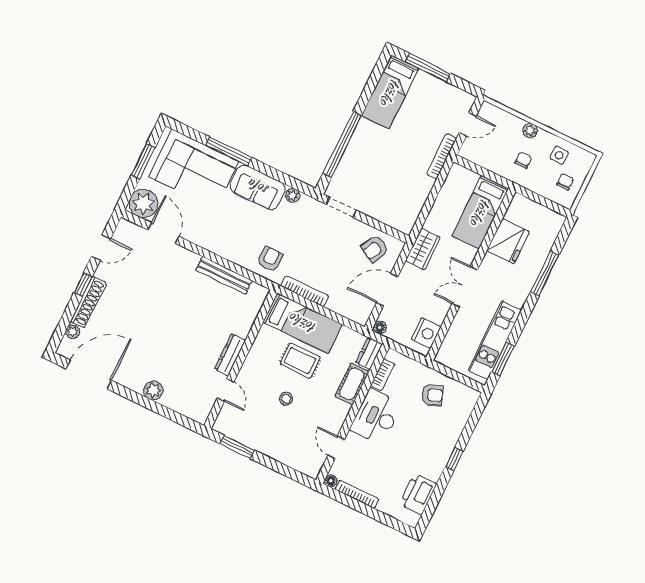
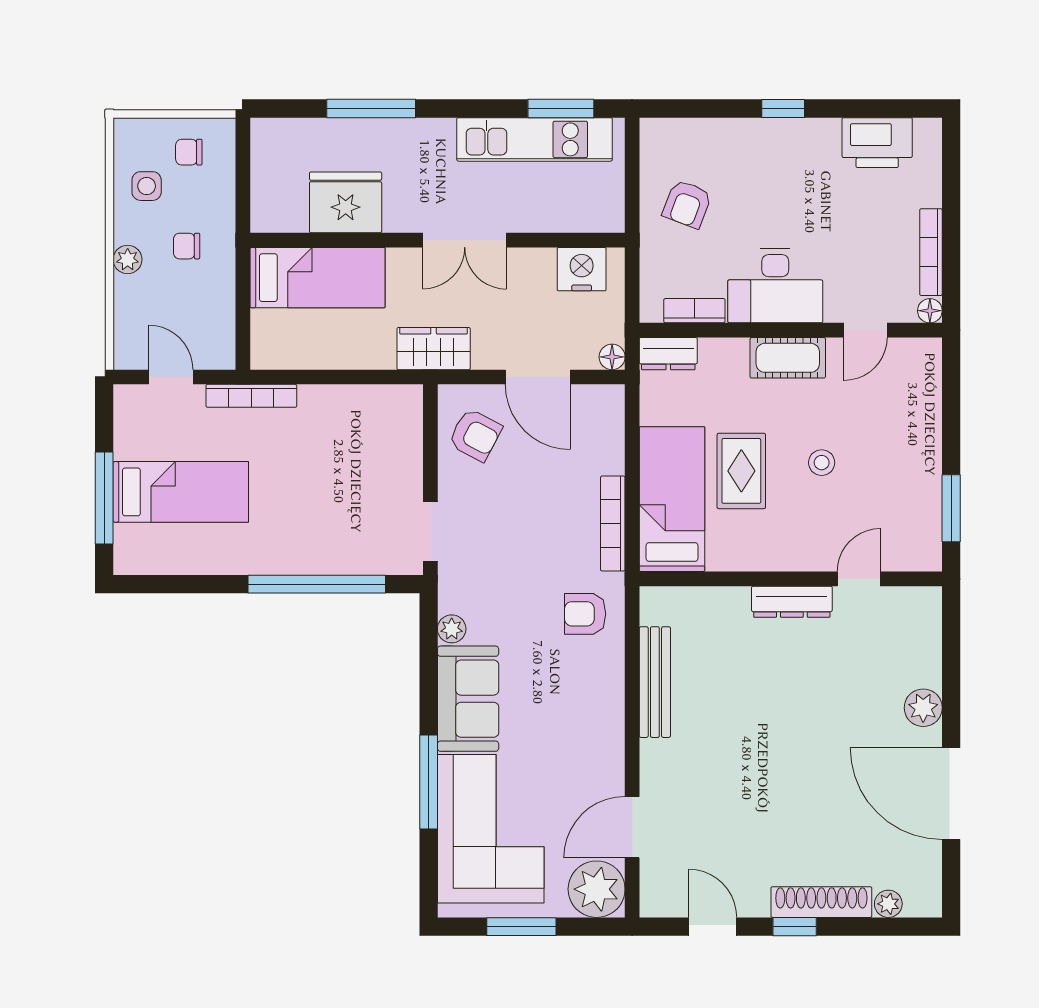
bed: (390, 92) -> (181, 492), moved
door: (89, 375) -> (951, 794), moved
cot: (352, 384) -> (788, 358), moved
armchair: (432, 395) -> (687, 204), turned -139

